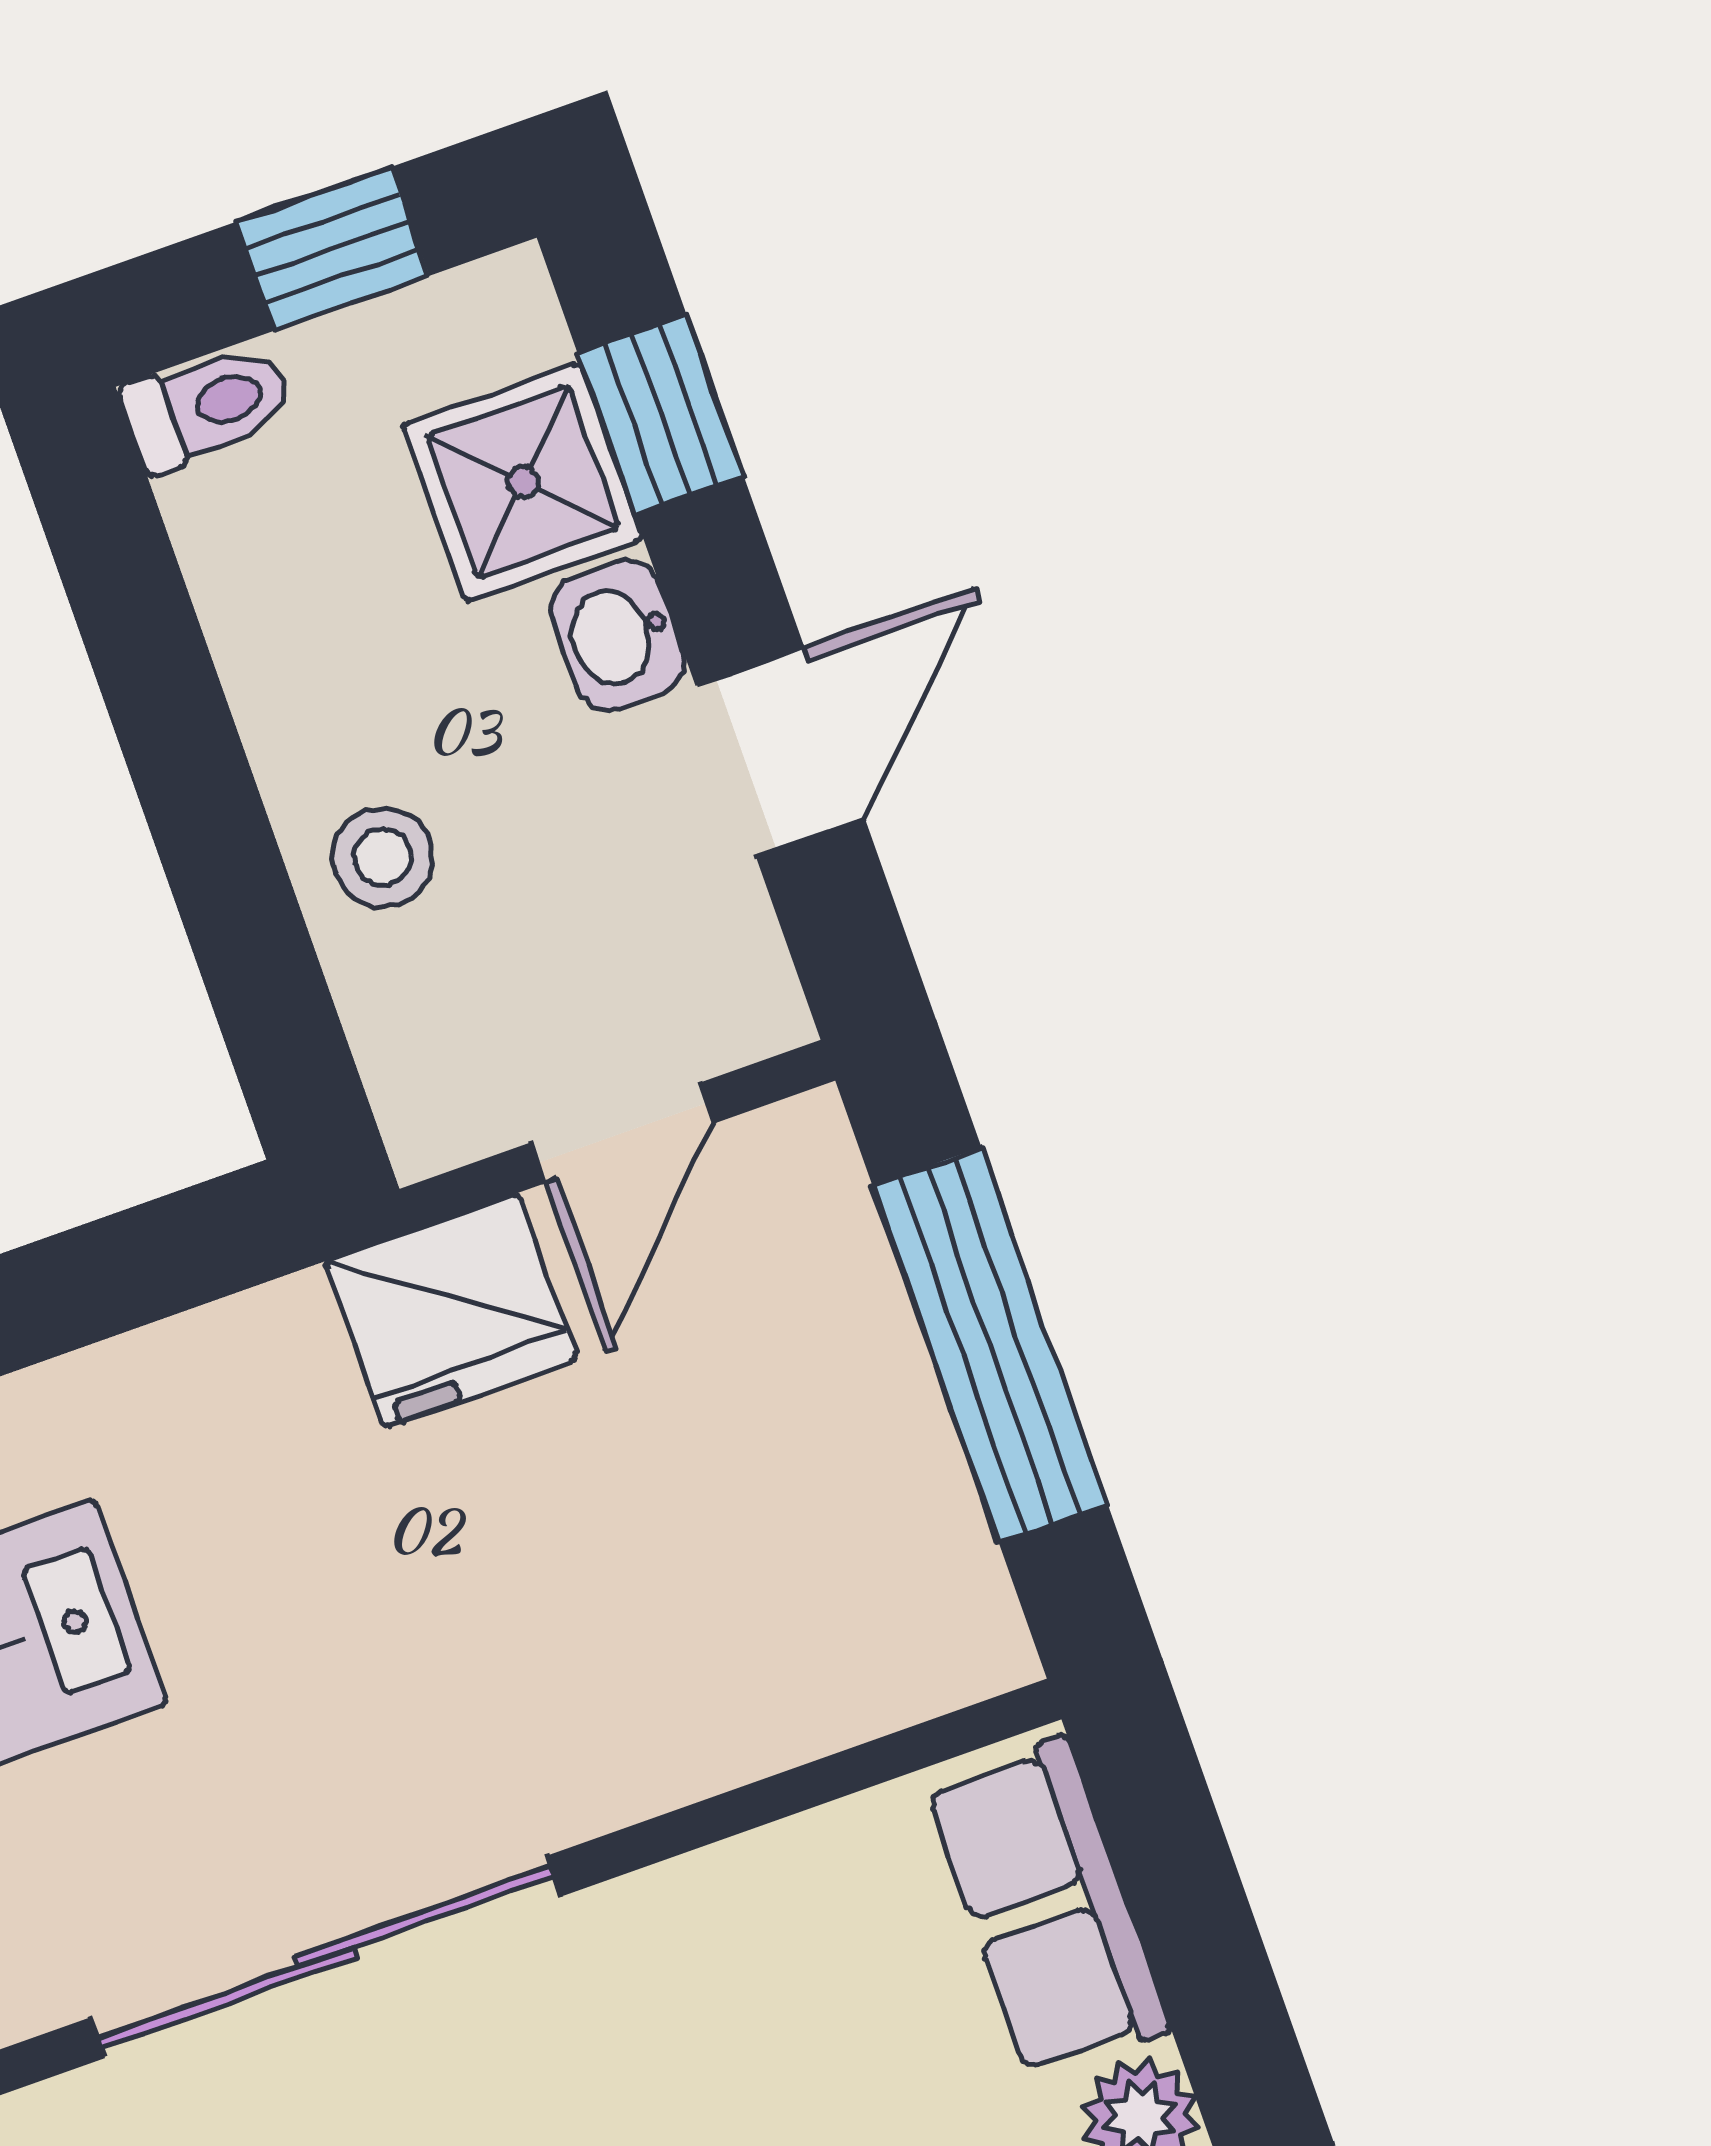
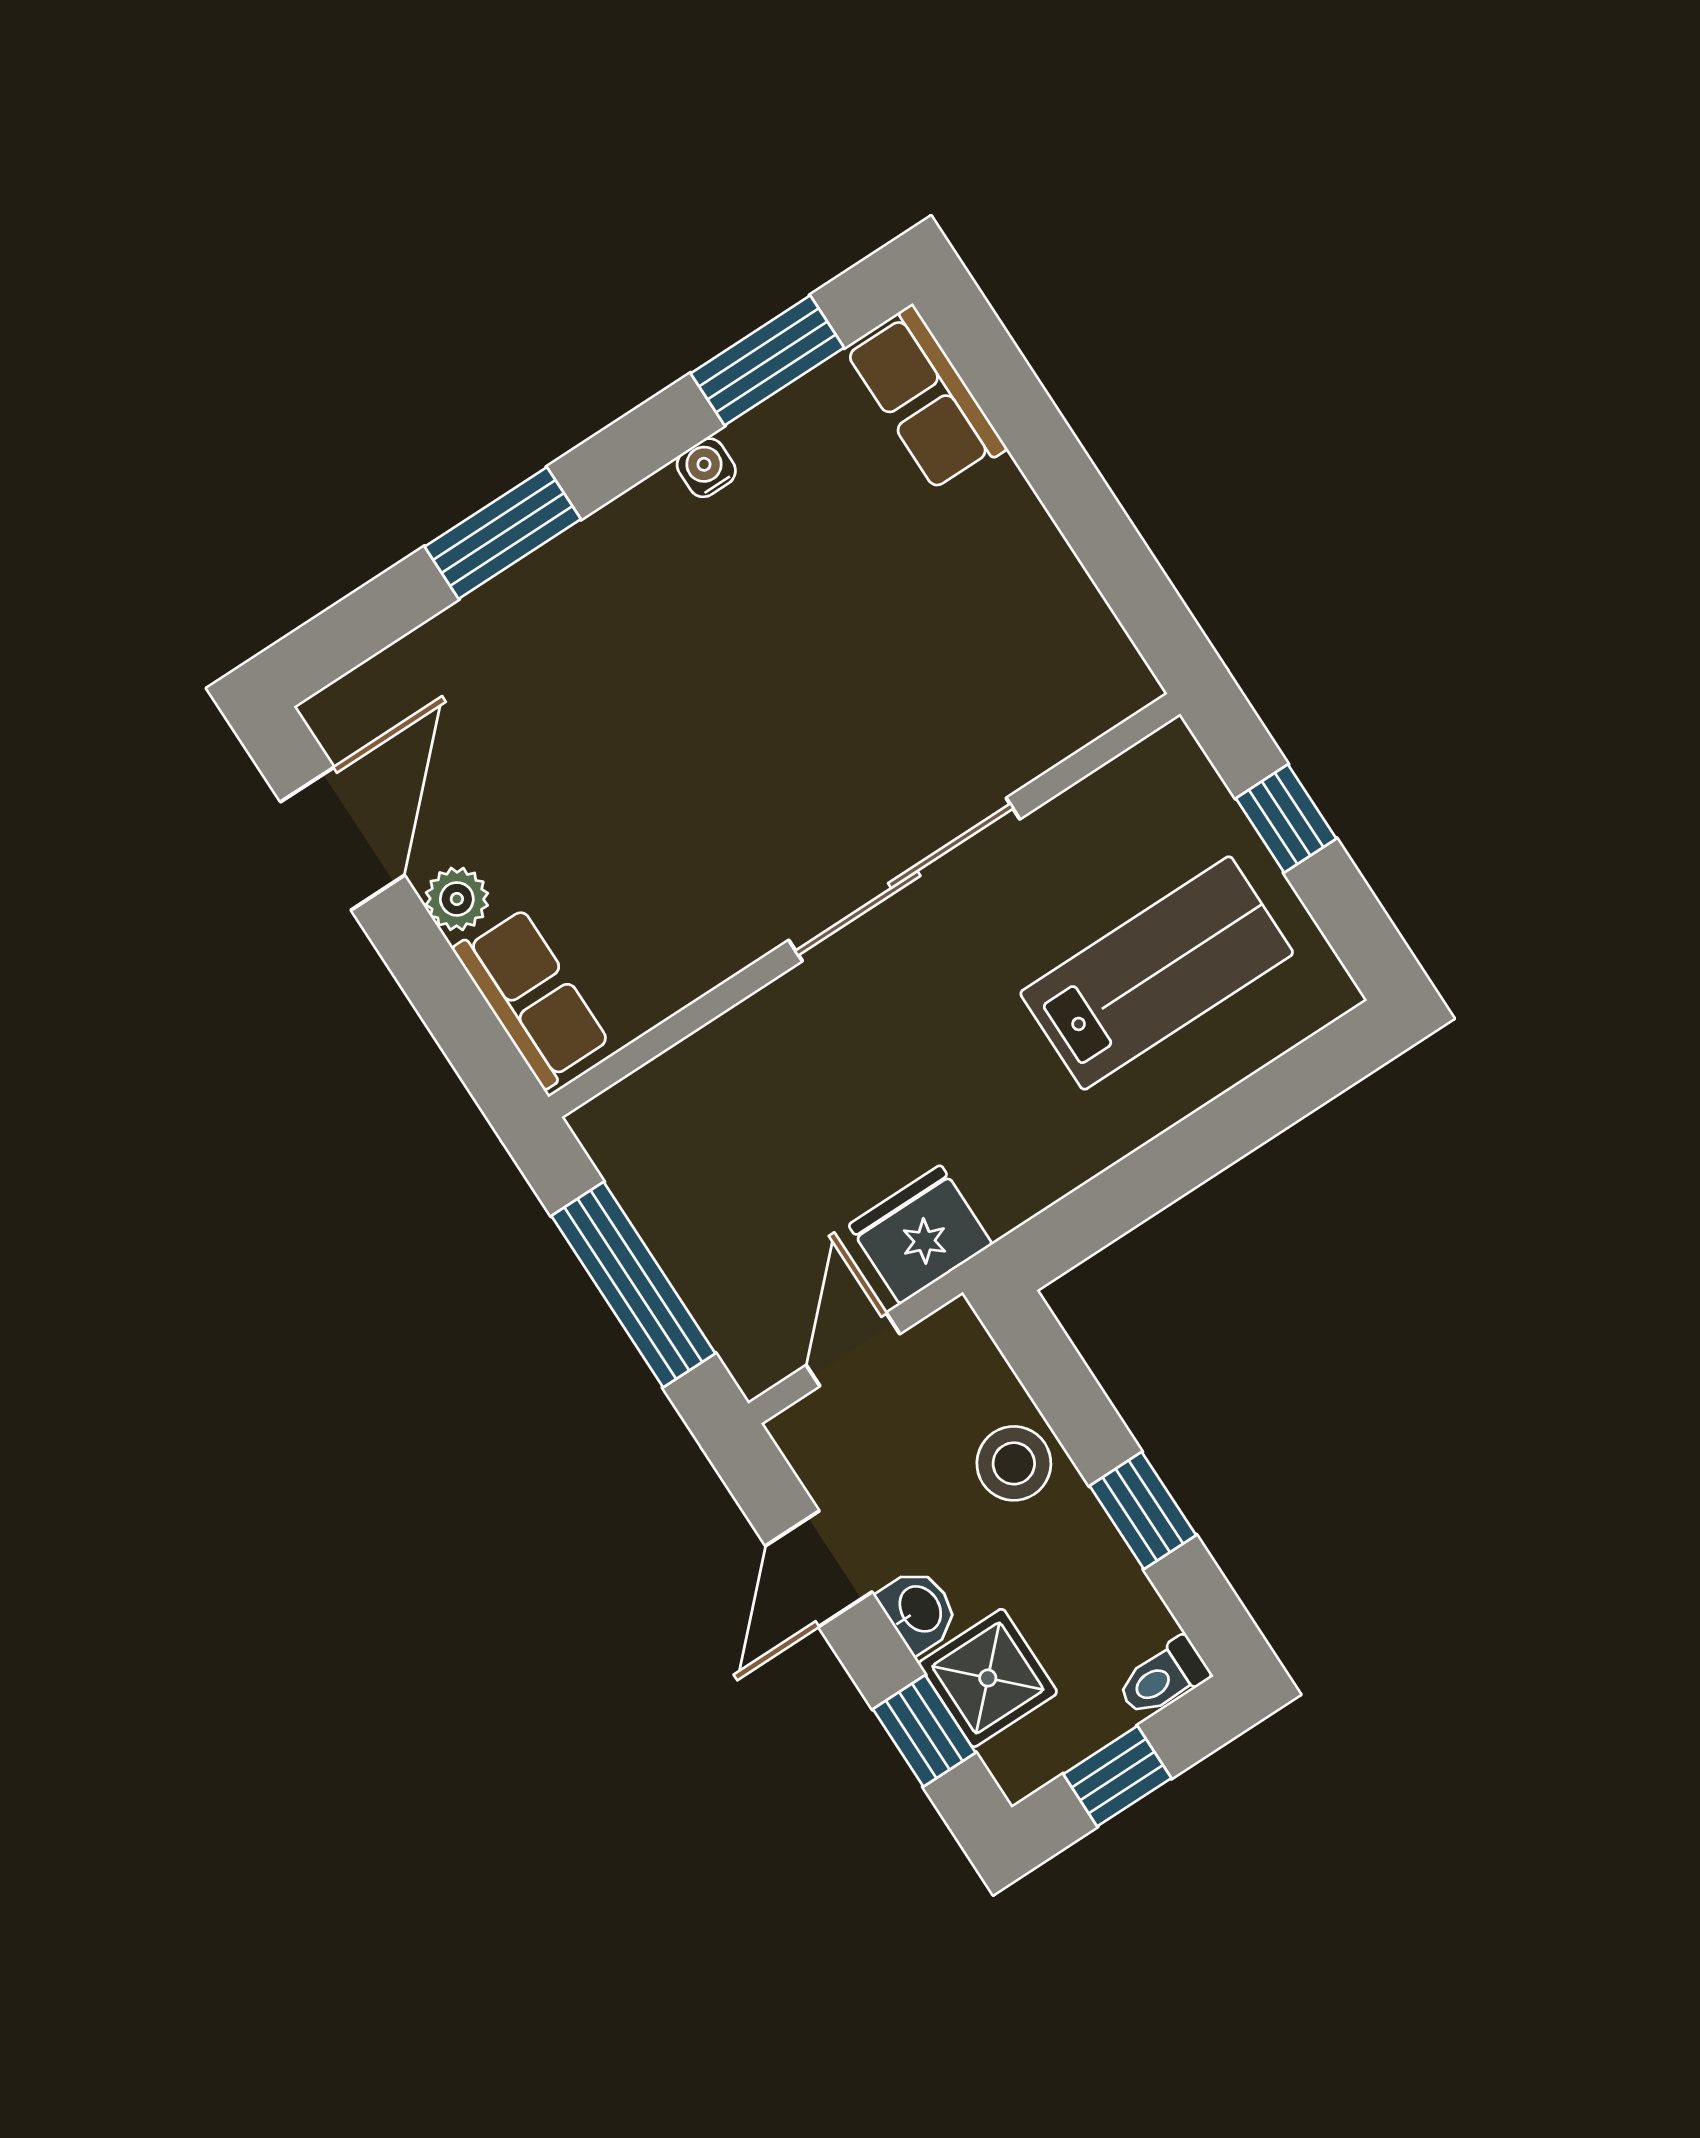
window: (171, 716) -> (1143, 1511), added
stool: (383, 857) -> (1014, 1463), width x1.37, depth x1.37

